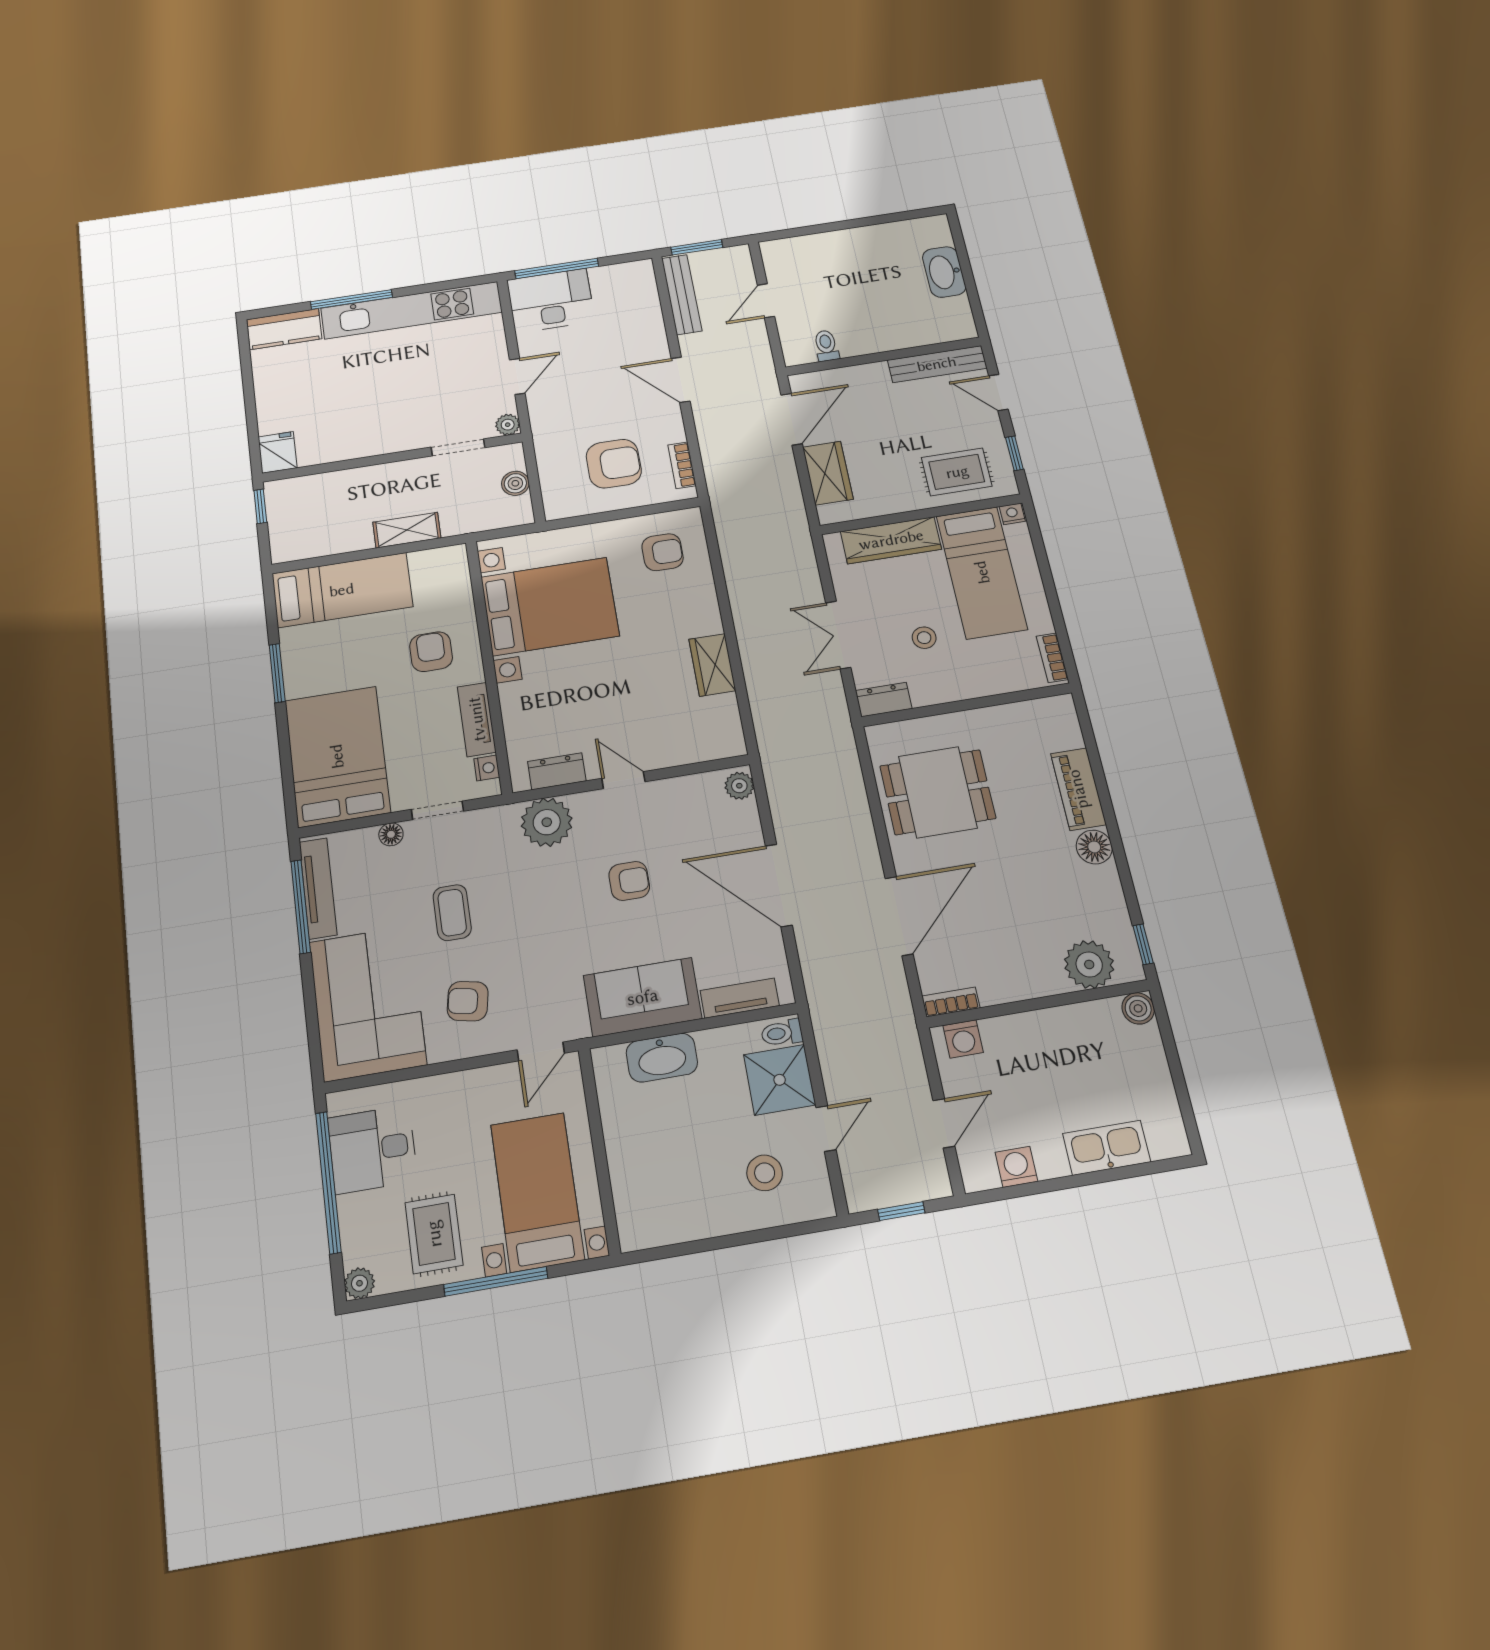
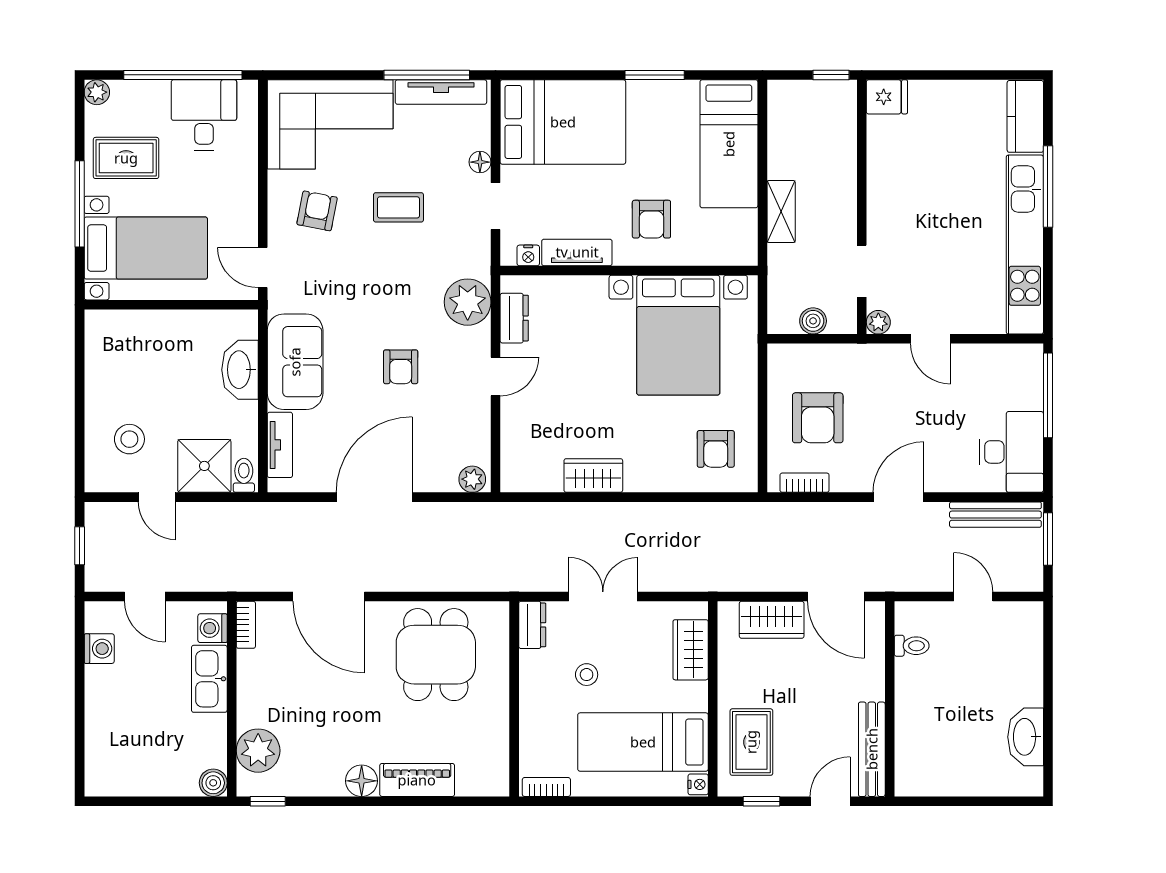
washbasin: (944, 272) -> (1026, 737), moved, turned -90
desk: (551, 301) -> (1012, 452), moved
wardrobe: (891, 540) -> (691, 650), width x0.67
armchair: (431, 652) -> (651, 219), turned 90
kitchen sink: (1107, 1148) -> (209, 679), moved, turned 180

